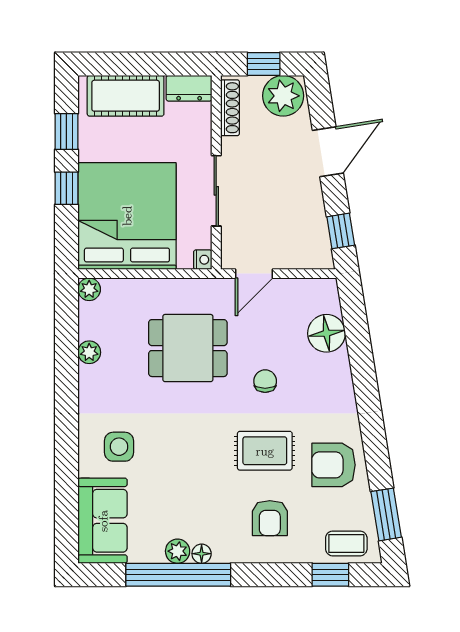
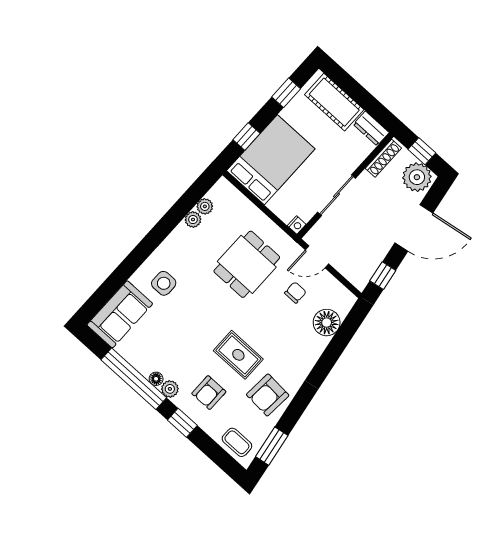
door: (328, 152) -> (414, 228), width x1.36
window: (66, 188) -> (246, 137), moved
bed: (127, 216) -> (271, 160), width x0.73
plant: (89, 289) -> (205, 206), moved
dining table: (188, 348) -> (247, 264), turned 90
chair: (265, 381) -> (295, 293), moved
armchair: (333, 465) -> (268, 395), turned -86
plant: (178, 551) -> (170, 389), moved
window: (330, 575) -> (182, 423), moved

